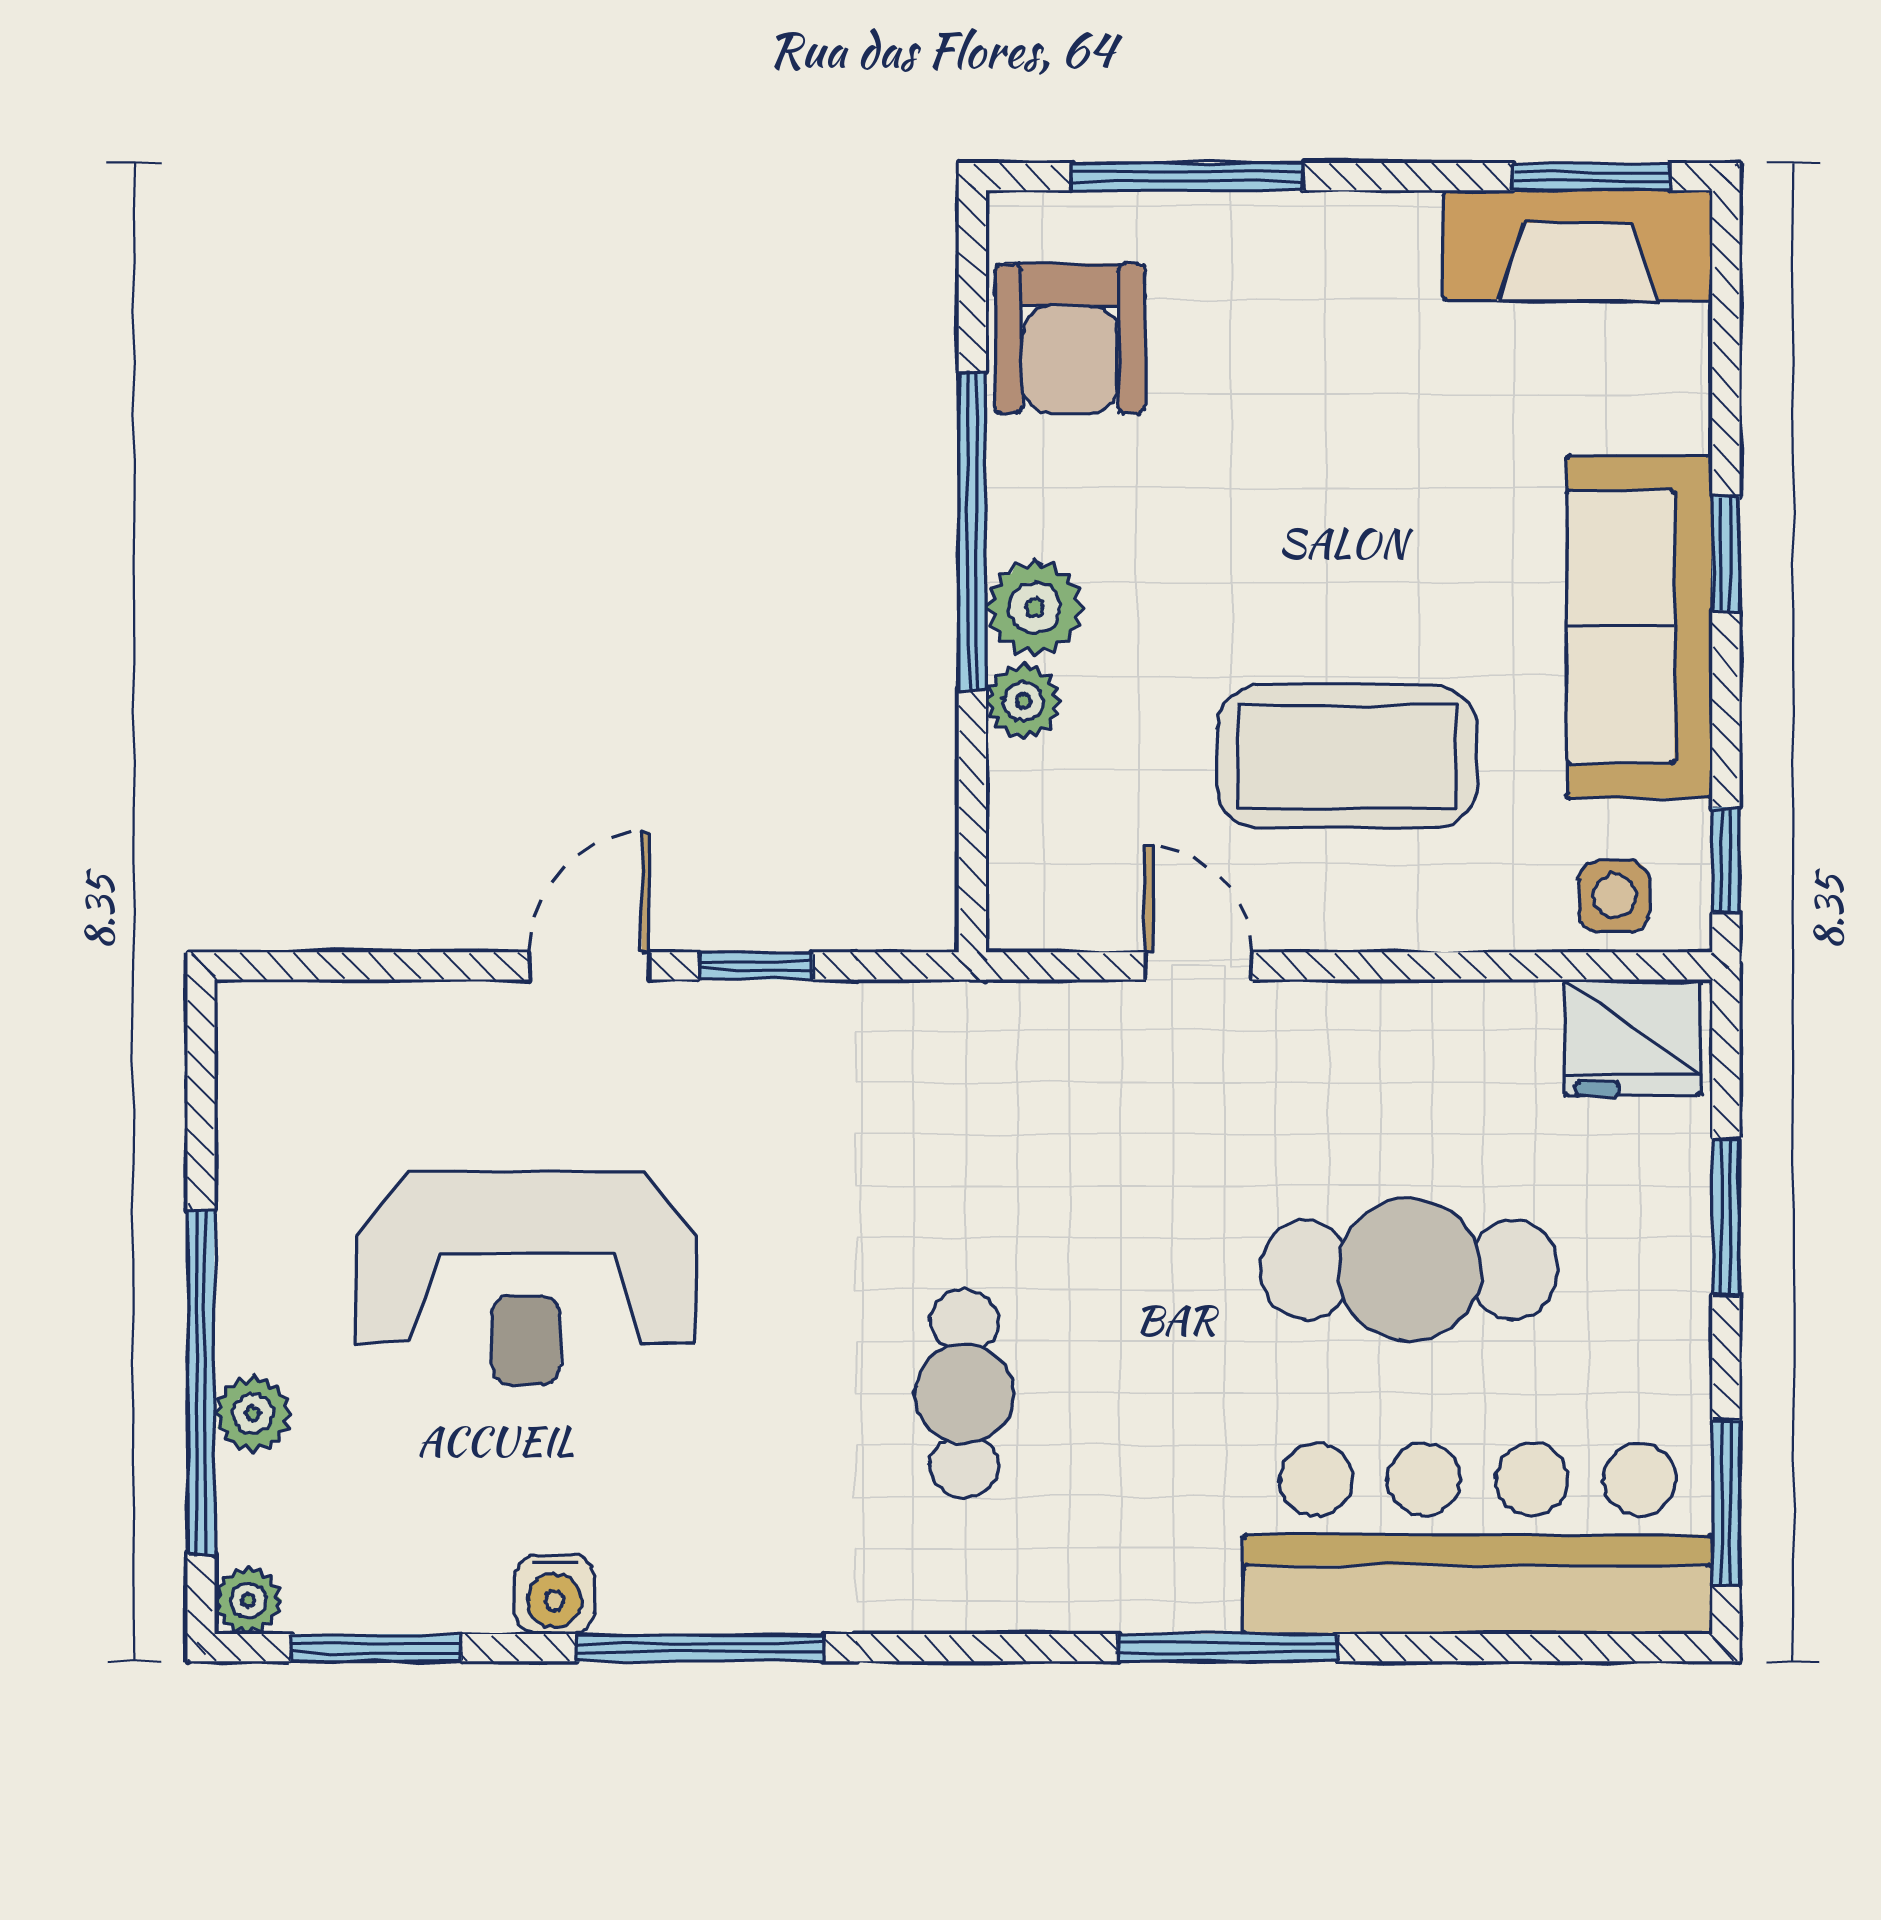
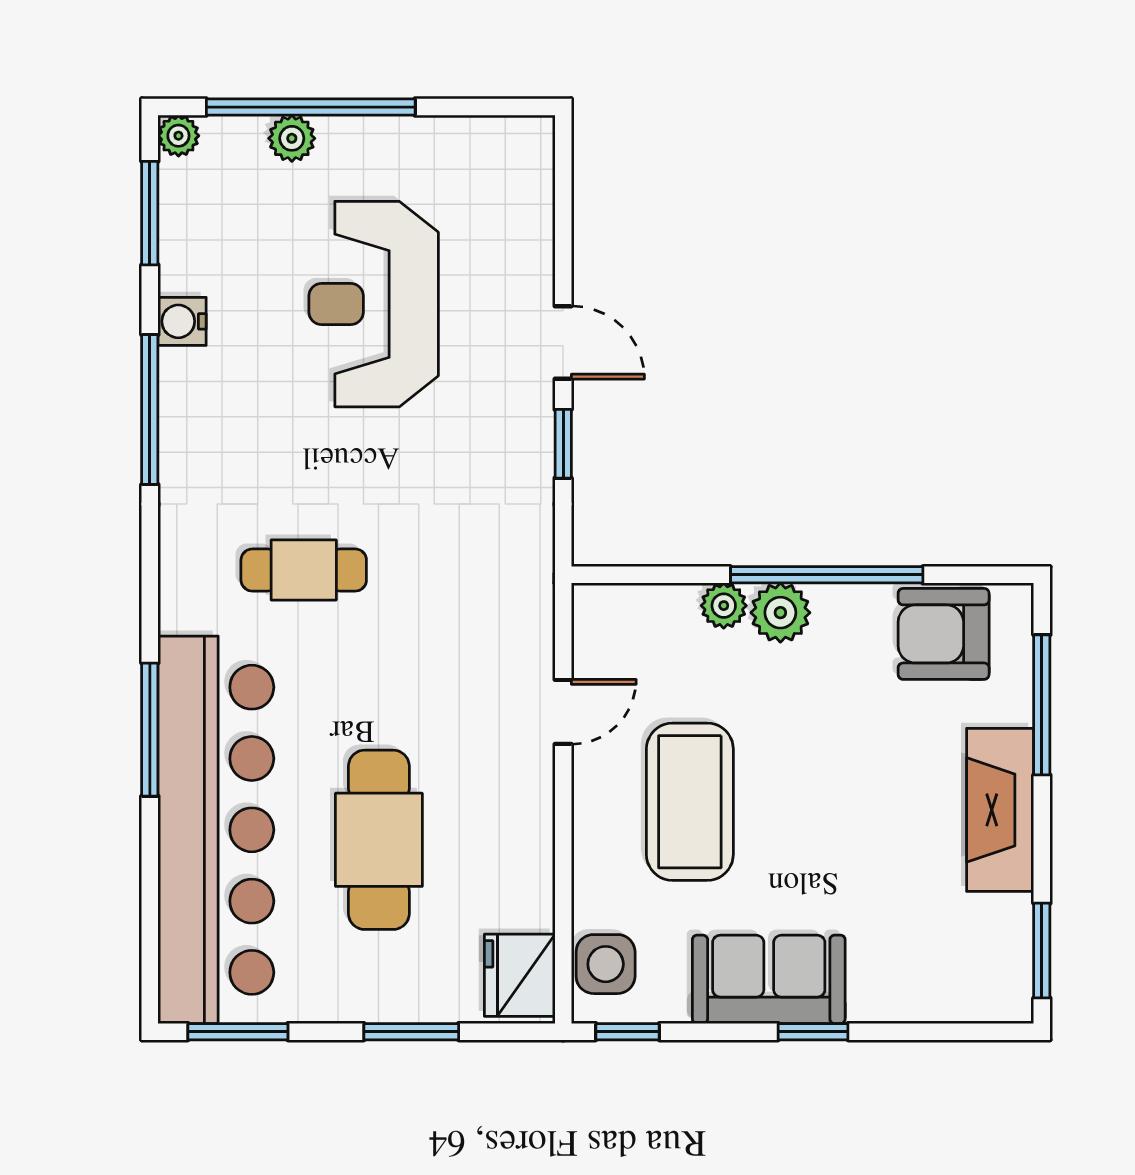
fireplace: (1578, 245) -> (1000, 810), moved
sofa: (1640, 627) -> (769, 979), width x0.73
side table: (1614, 896) -> (606, 964), width x1.37, depth x1.37
bar counter: (1478, 1539) -> (216, 830), width x1.36

